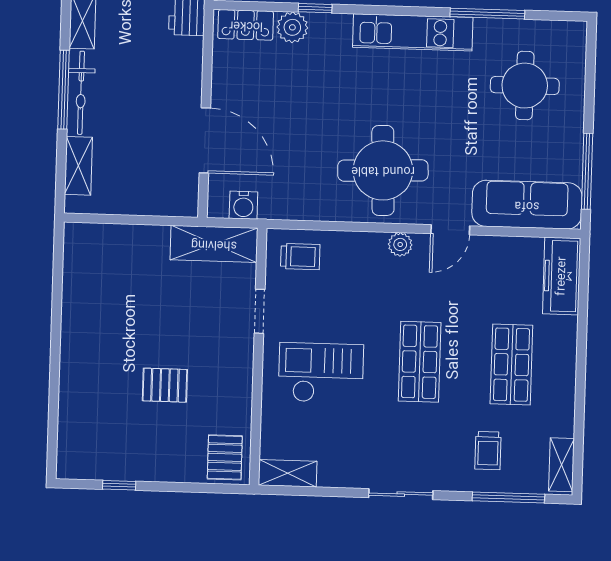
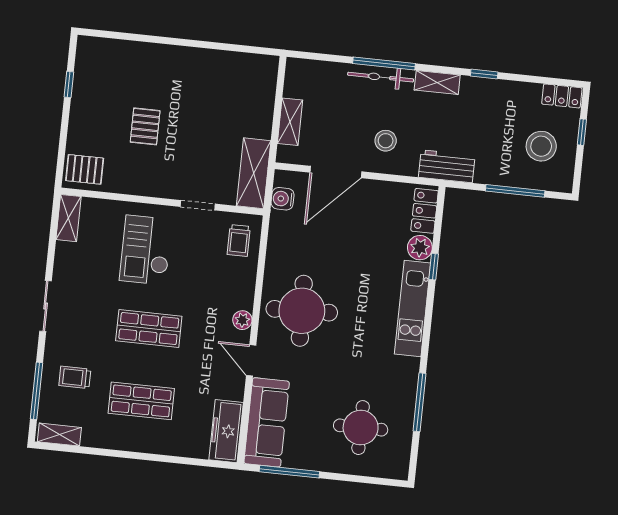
kitchen unit: (413, 32) -> (413, 309), moved
stool: (161, 81) -> (386, 141), added
shelving: (78, 166) -> (290, 122), moved, turned 90
freezer: (562, 276) -> (226, 431), moved, turned -90
checkout: (321, 373) -> (146, 250), turned 180

